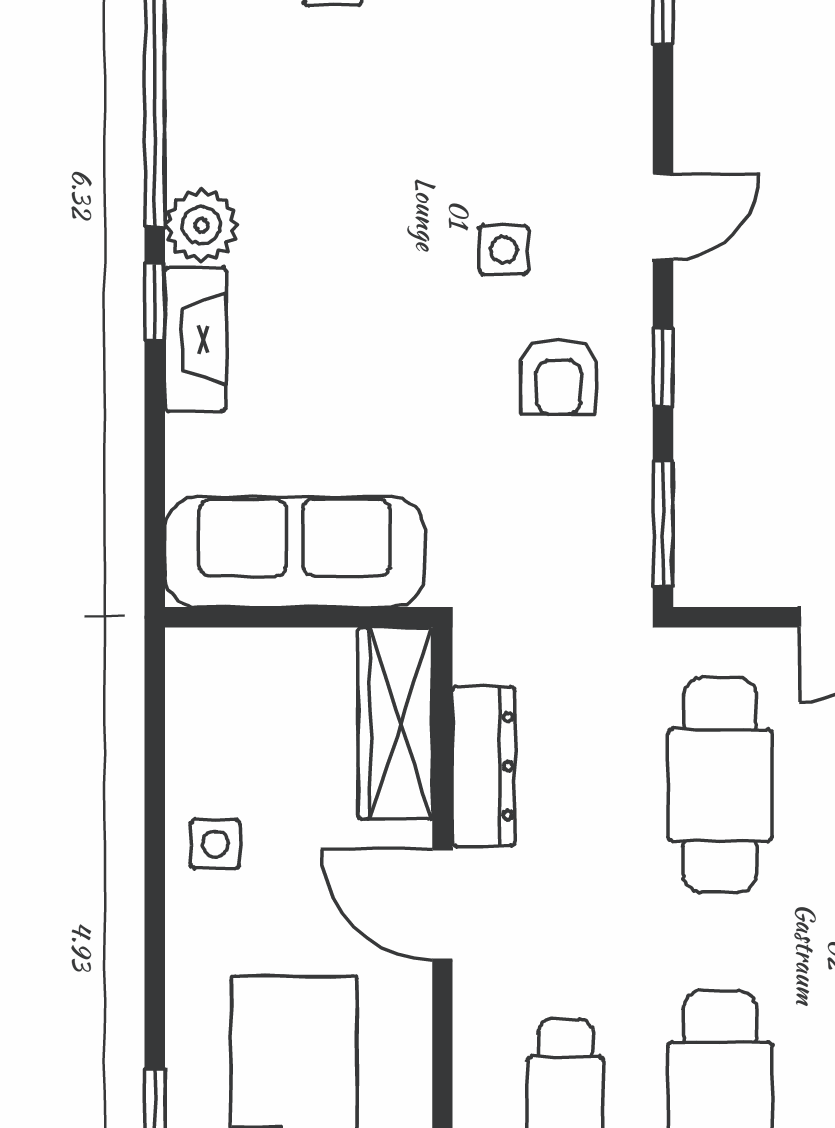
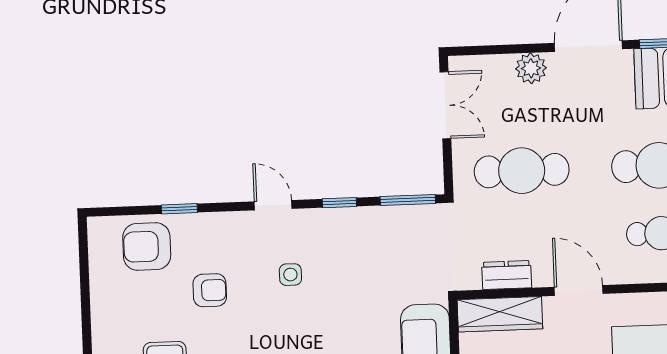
armchair: (559, 377) -> (210, 290), moved
dresser: (484, 766) -> (507, 275), width x0.70
door: (442, 904) -> (579, 290), swing flipped

